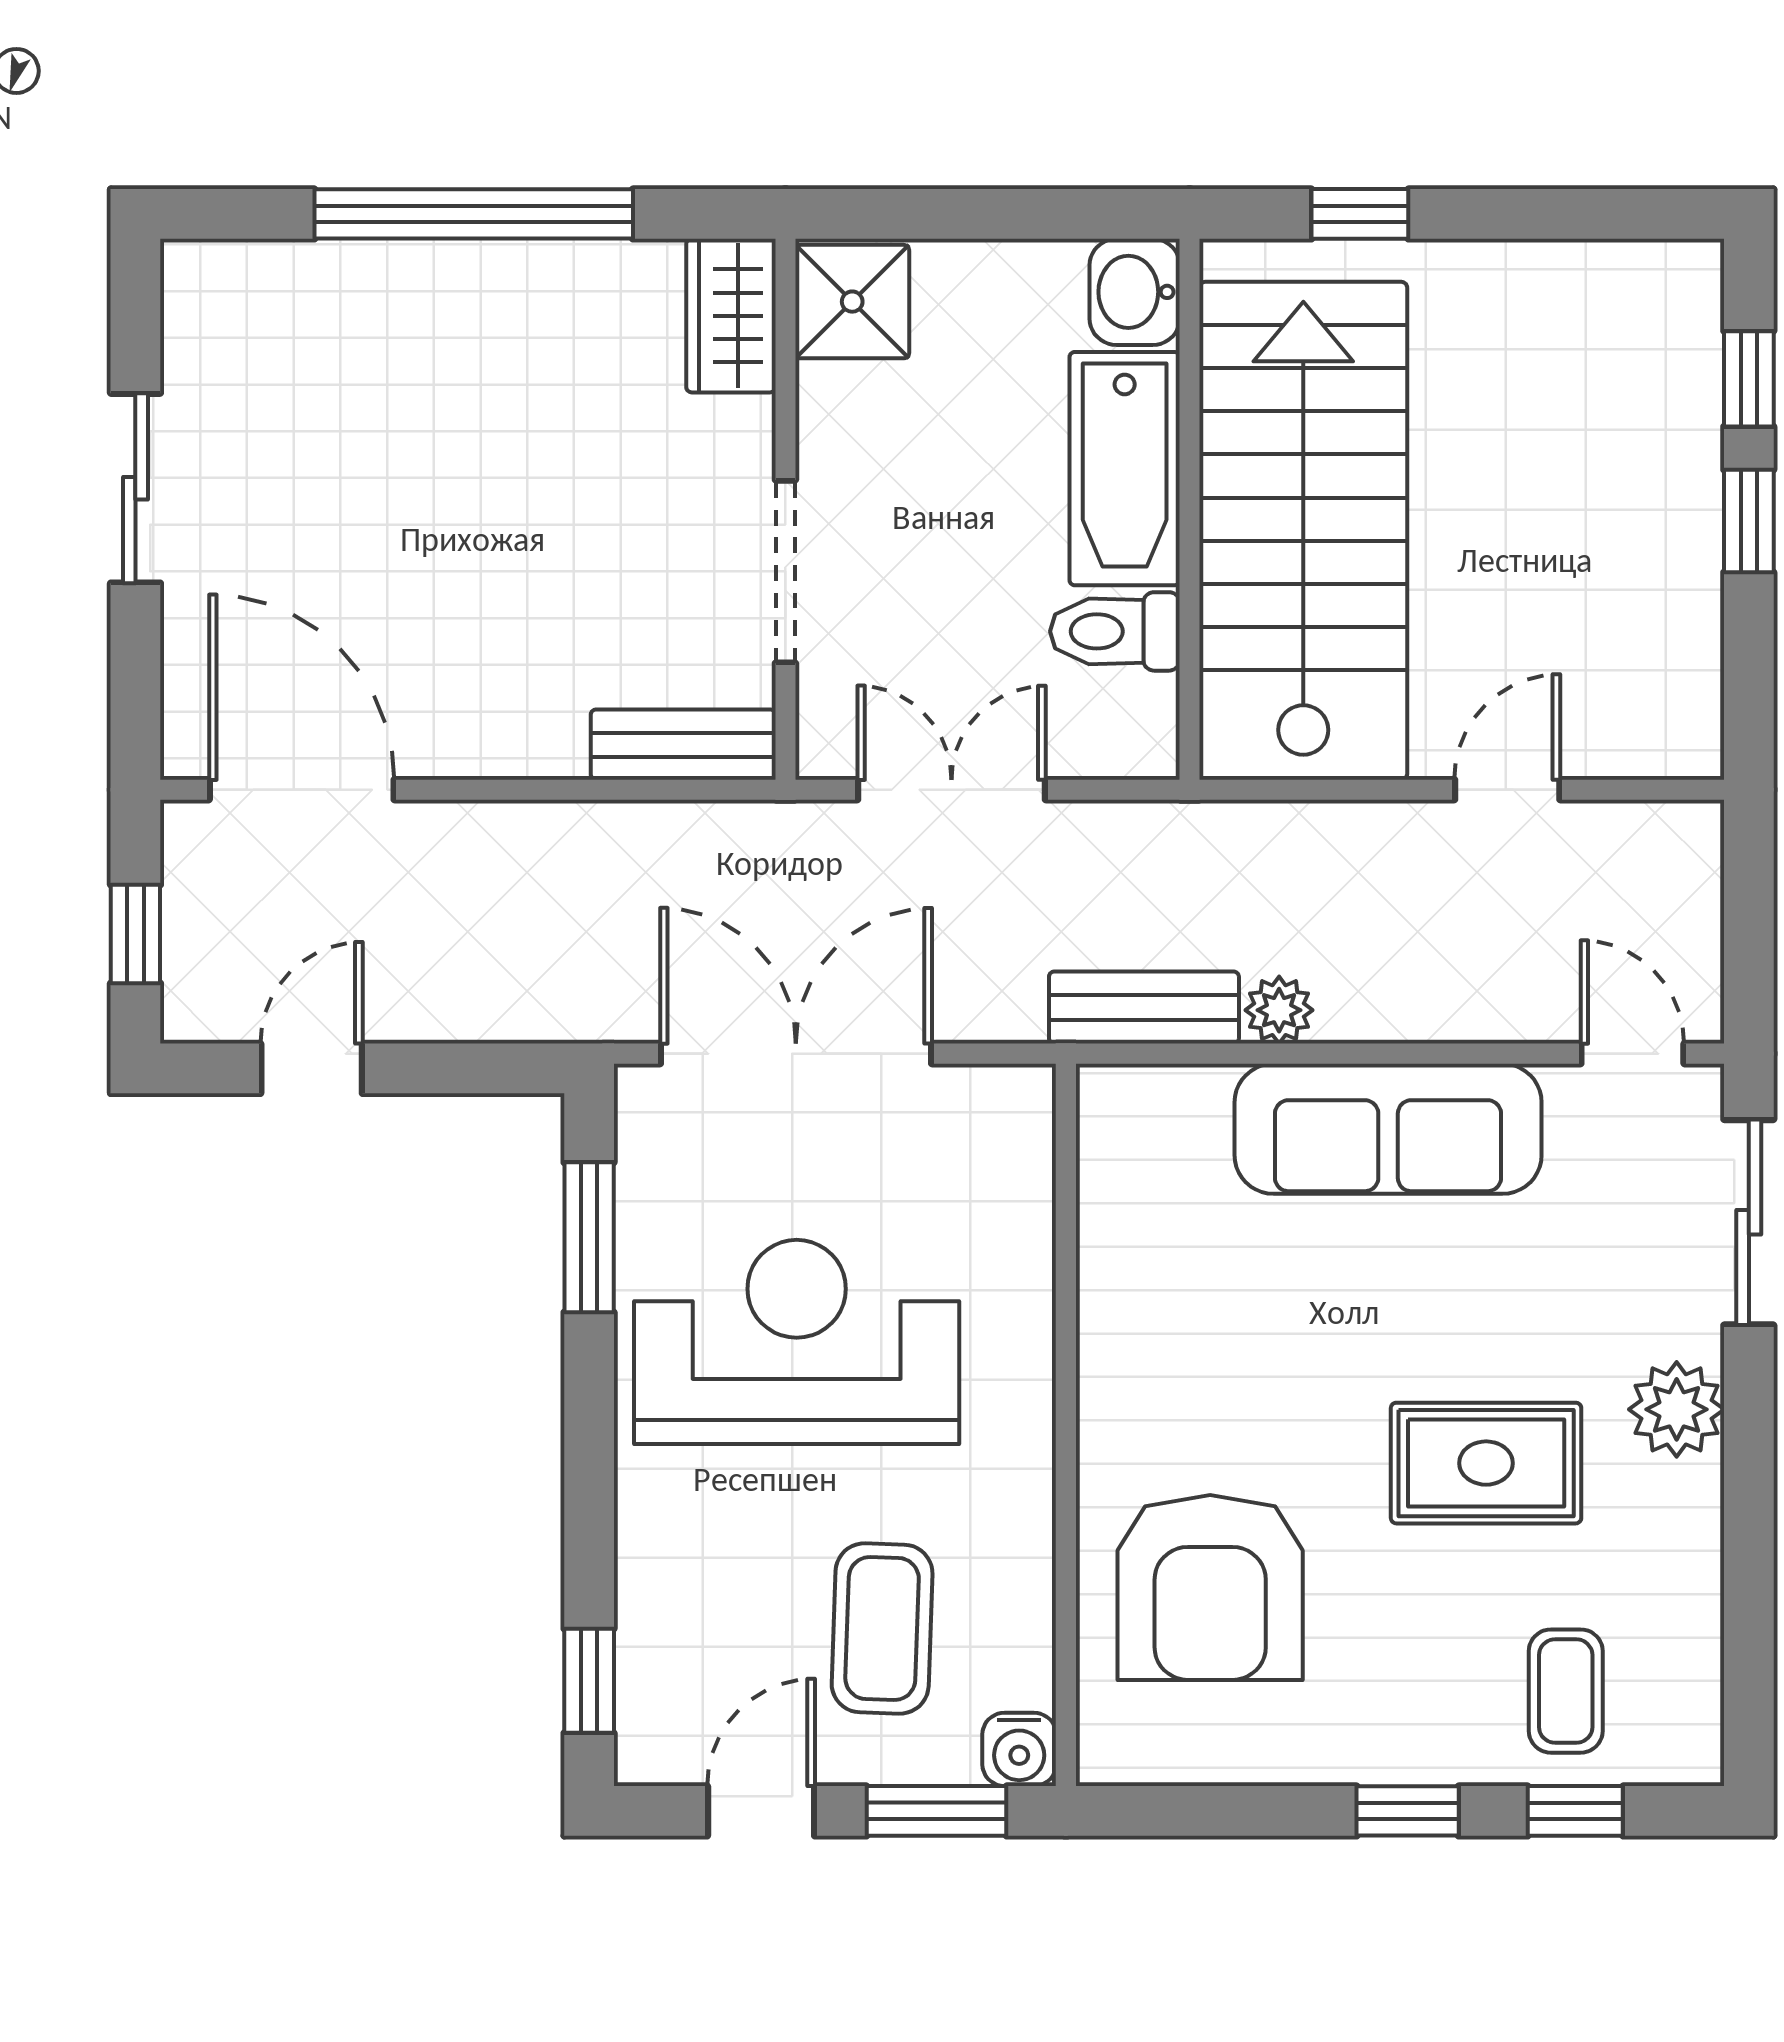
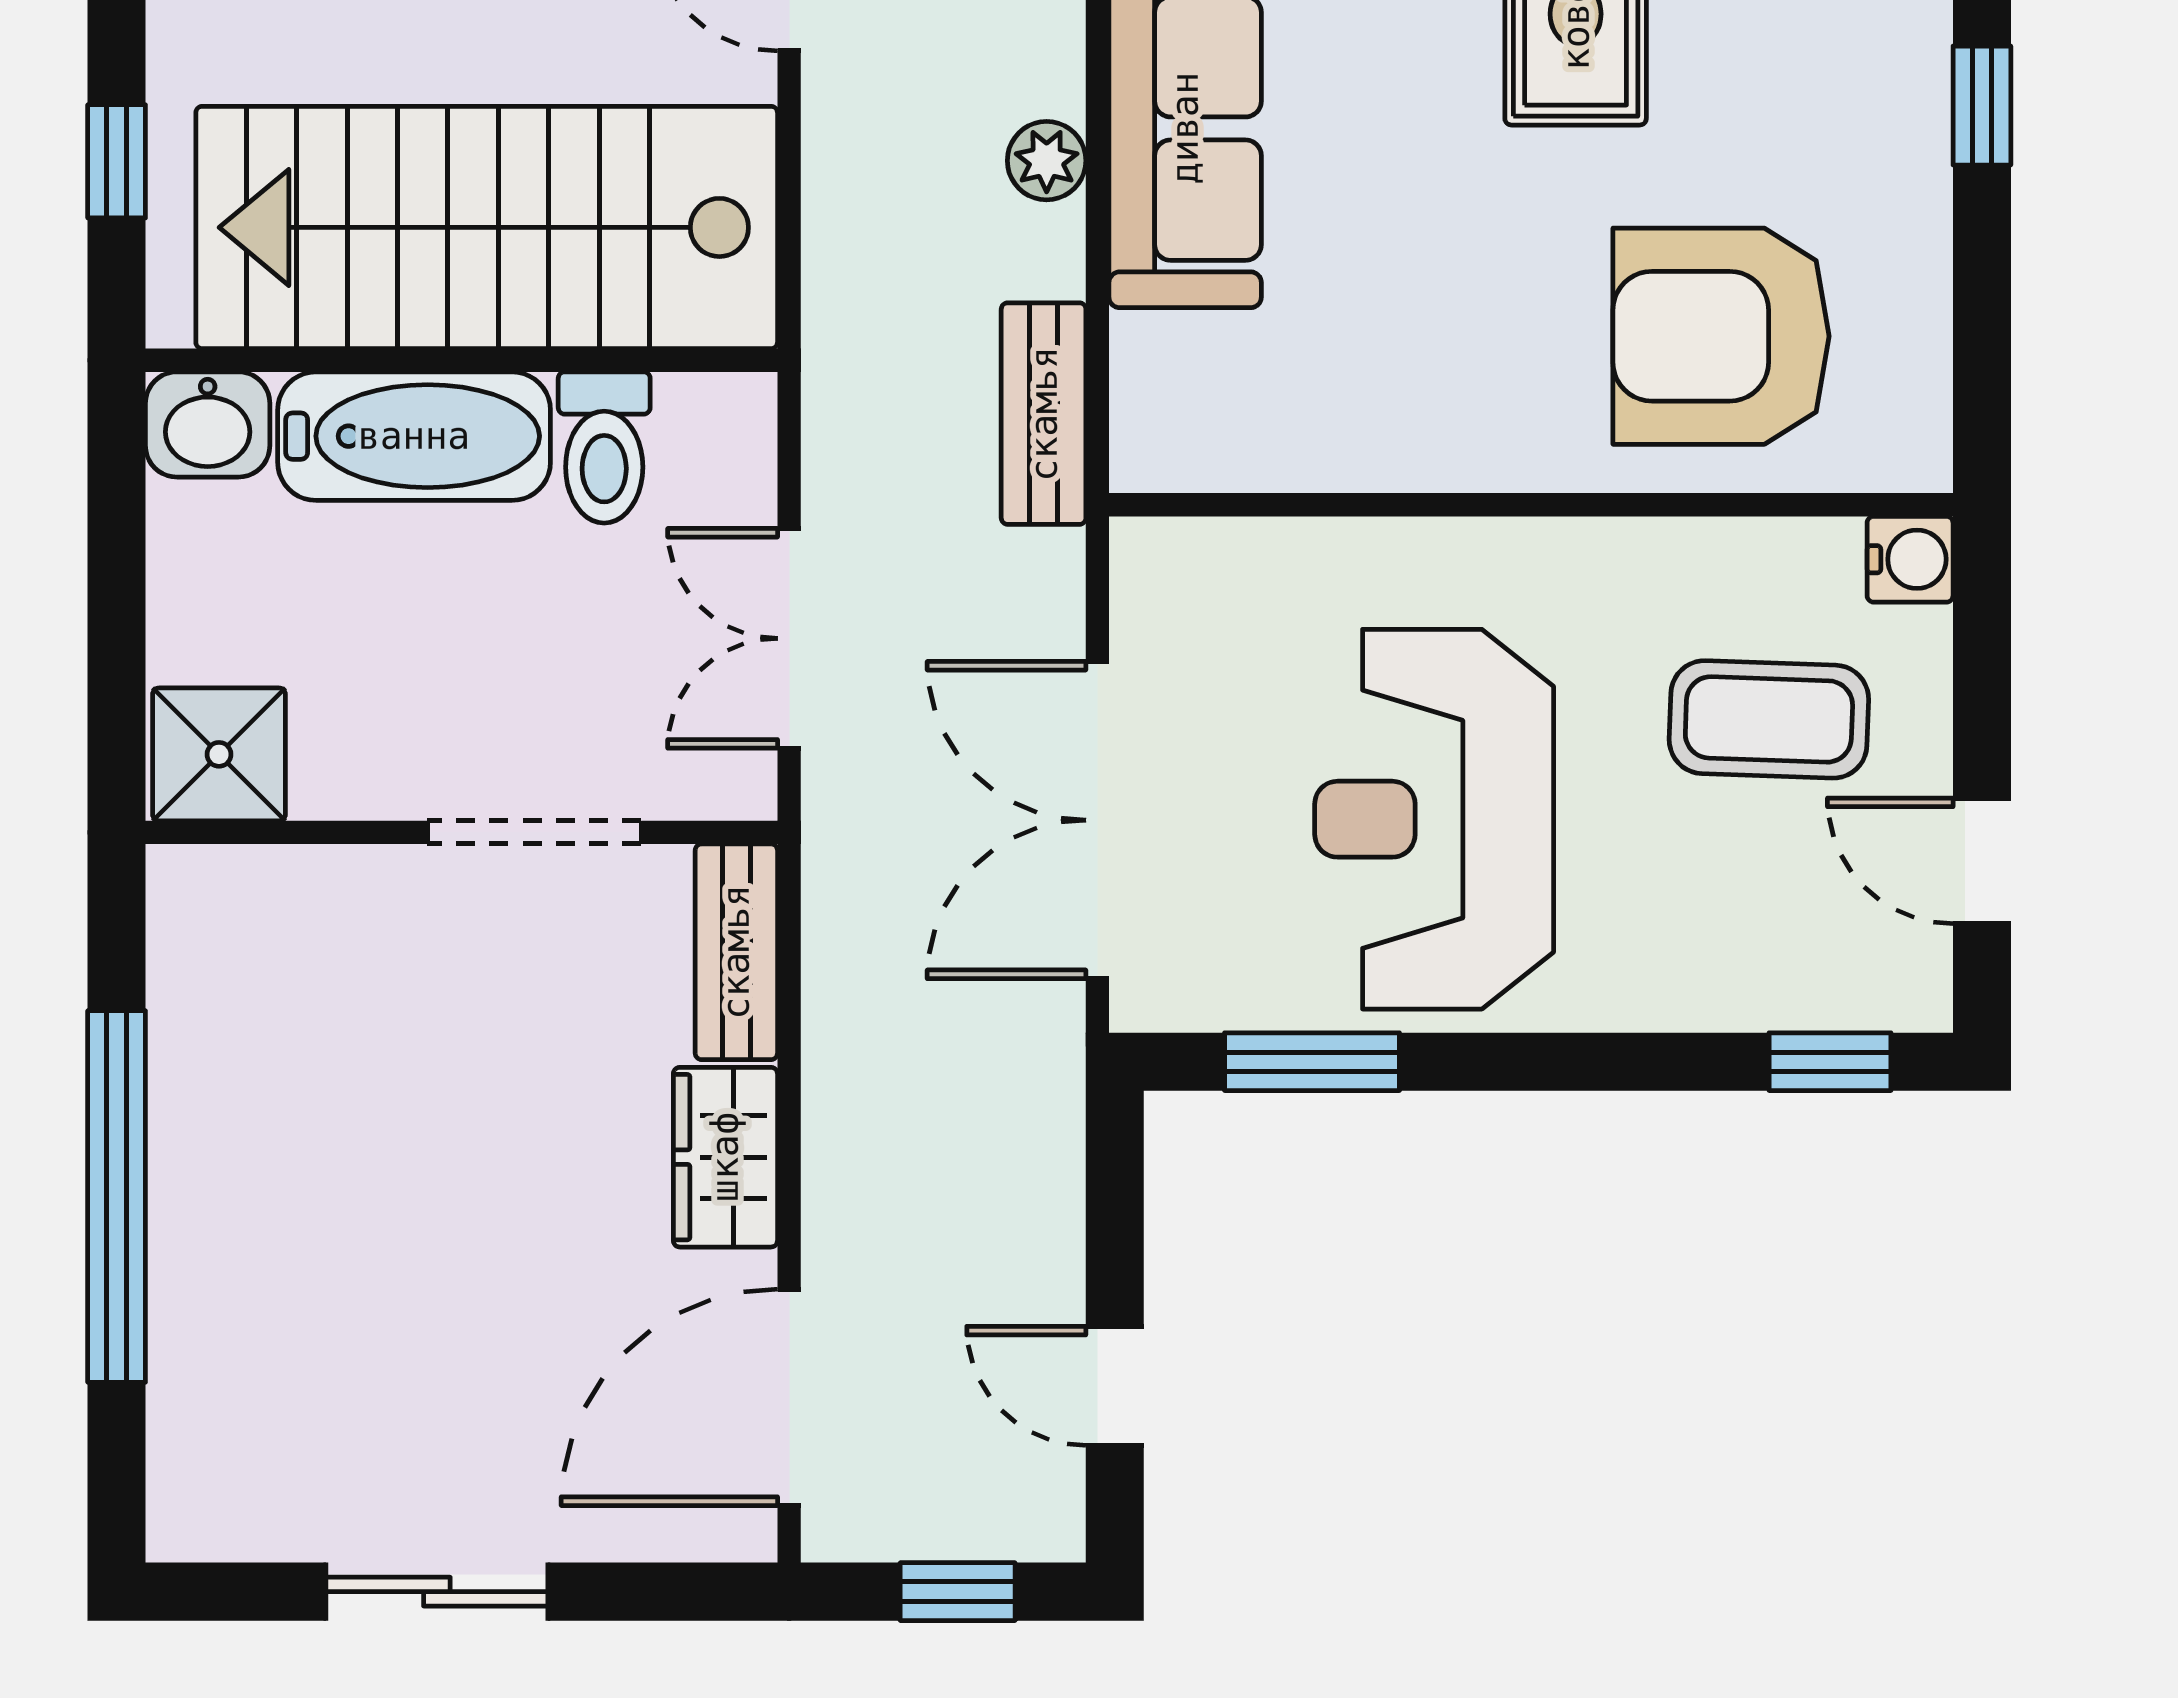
wardrobe: (731, 316) -> (725, 1157), moved, turned 90
plant: (1279, 1010) -> (1047, 161), moved
armchair: (1210, 1588) -> (1721, 336), turned 180
window: (937, 1811) -> (1982, 656), removed

